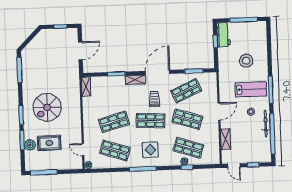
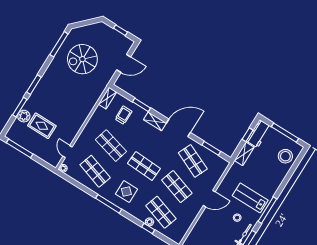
stool: (246, 61) -> (285, 156), moved
lab bench: (251, 89) -> (250, 198), turned 180
shop shelf: (186, 91) -> (193, 161), turned 48
trolley: (154, 99) -> (123, 115), moved
spiral stairs: (47, 107) -> (82, 59), moved
shop shelf: (114, 122) -> (111, 146), turned 30
shelving: (226, 139) -> (244, 154), moved

